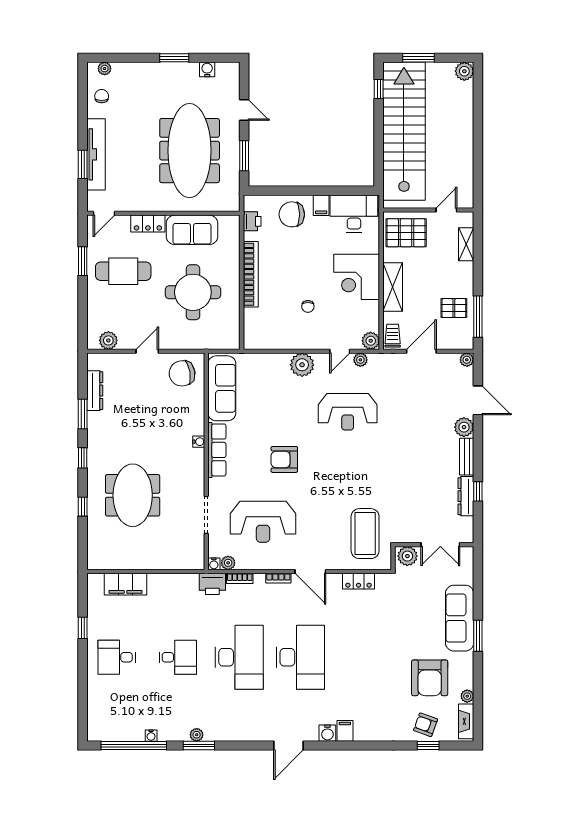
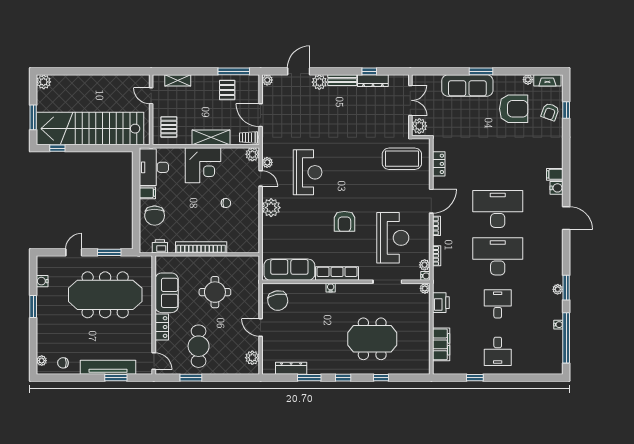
pallet: (406, 233) -> (169, 127), width x0.67, depth x0.71
round table: (193, 292) -> (215, 292), width x0.73, depth x0.73
plant: (198, 563) -> (425, 288), added
printer: (212, 584) -> (441, 303), moved

